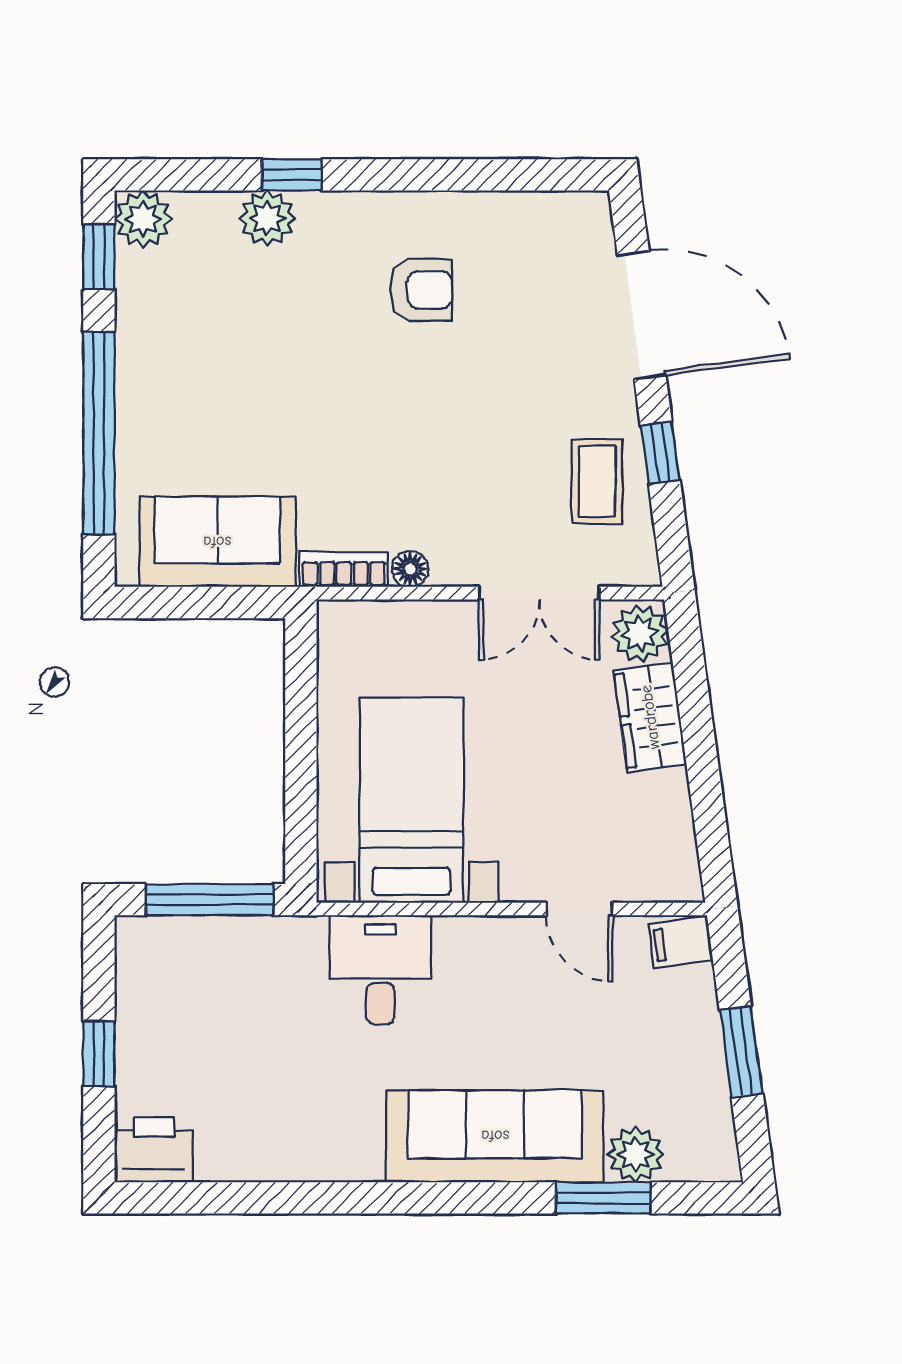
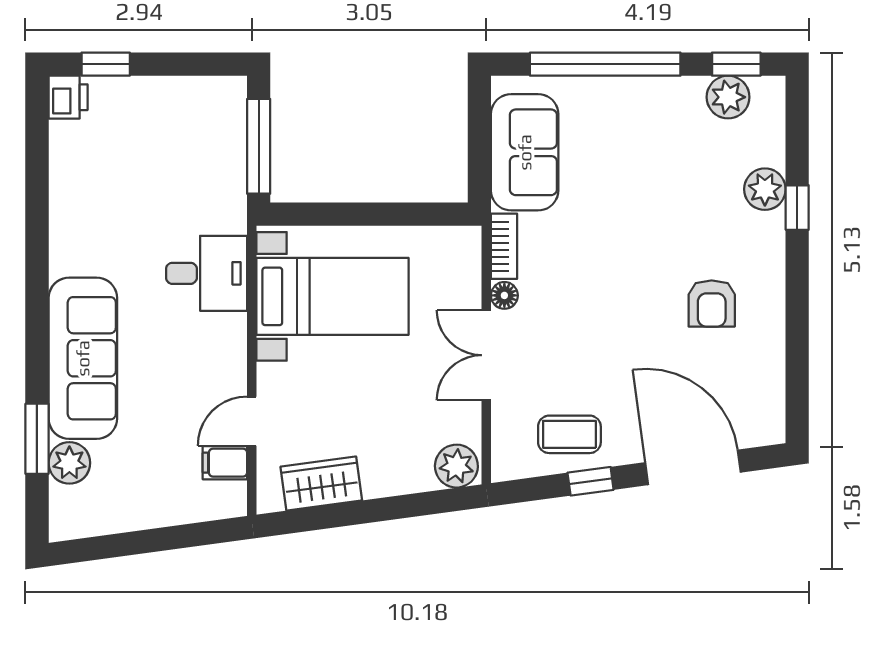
plant: (143, 219) -> (728, 97), moved
door: (642, 315) -> (693, 467), swing flipped
double door: (539, 593) -> (486, 355), moved
wardrobe: (650, 717) -> (321, 484), moved
filing cabinet: (681, 942) -> (225, 463), moved, turned -82
window: (741, 1052) -> (145, 541), removed
window: (99, 1054) -> (106, 64), moved
printer: (154, 1150) -> (68, 97), width x0.73, depth x0.81

